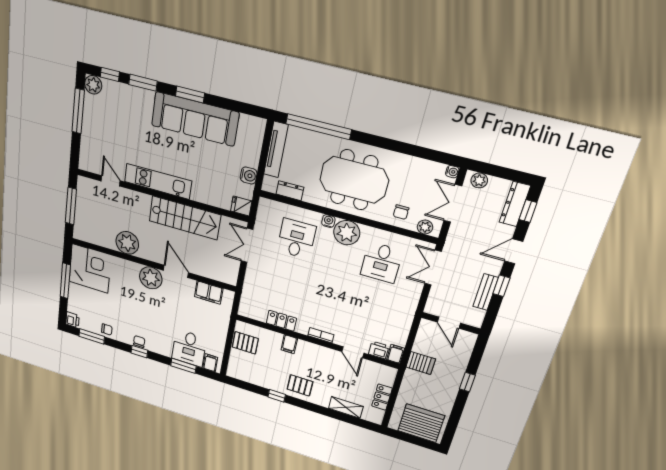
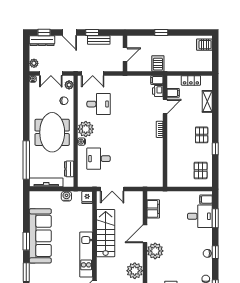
locker: (281, 321) -> (158, 157), removed
pallet: (245, 343) -> (201, 170), moved
filing cabinet: (289, 344) -> (173, 93), moved
server rack: (421, 423) -> (204, 45), width x0.46, depth x0.70

